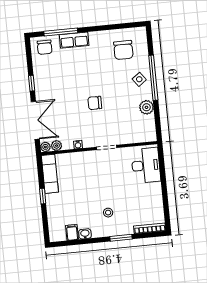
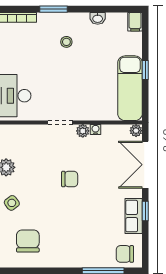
row of seats: (74, 40) -> (134, 216), moved, turned -90
chair: (45, 47) -> (125, 254), turned -90
plant: (57, 146) -> (83, 131), moved
exam couch: (50, 174) -> (130, 88), width x1.36, depth x1.45
filing cabinet: (72, 232) -> (135, 22), moved

